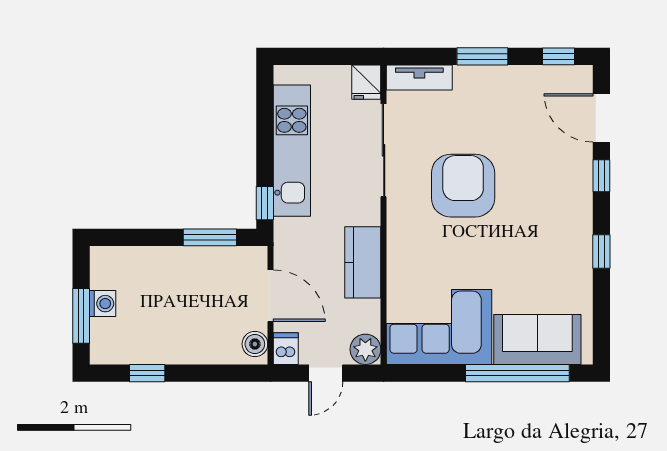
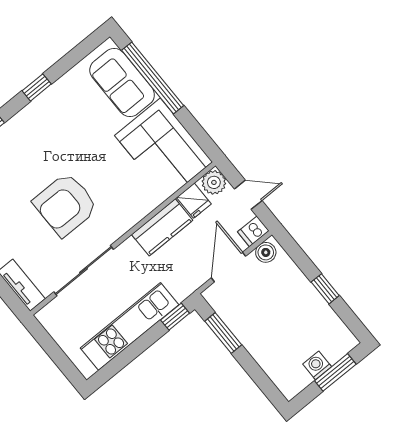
fridge: (366, 82) -> (194, 201), moved, turned 90
window: (147, 373) -> (325, 289), moved

